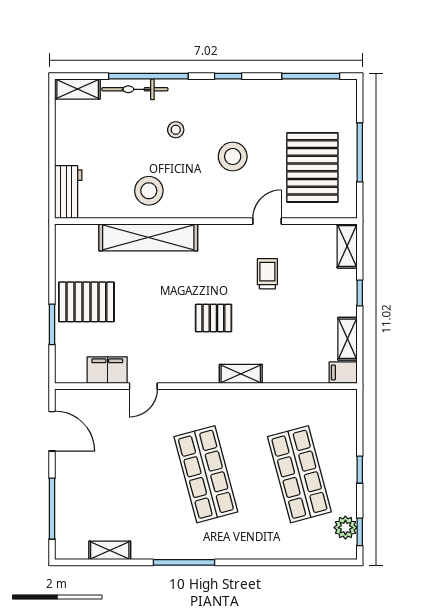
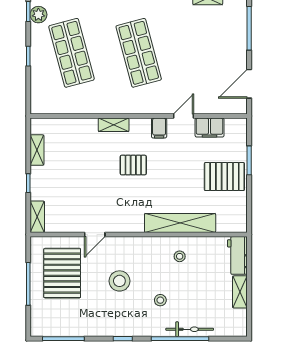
shelving: (78, 89) -> (240, 292), moved, turned 90
stool: (149, 191) -> (180, 256), width x0.53, depth x0.53
trolley: (267, 274) -> (95, 197), removed
filing cabinet: (343, 372) -> (159, 128), moved, turned 90
door: (52, 431) -> (249, 84), hinge flipped

